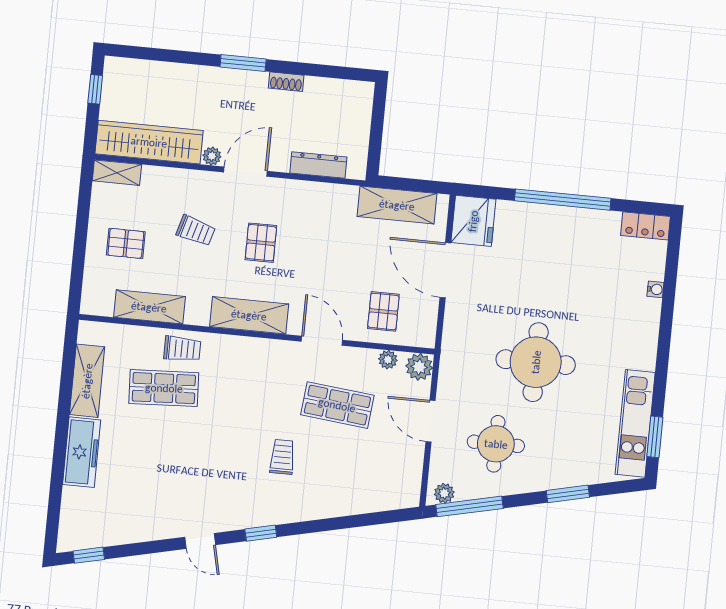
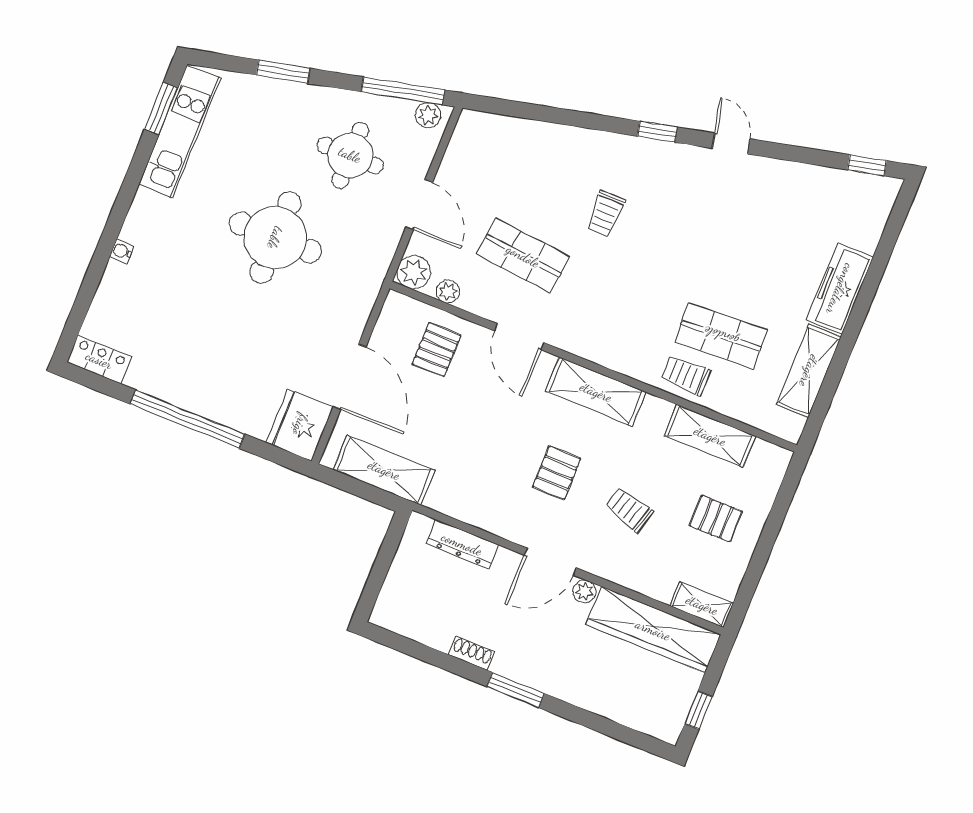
water cooler: (655, 289) -> (122, 251), moved

